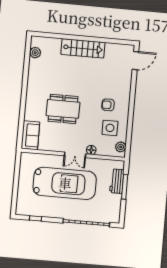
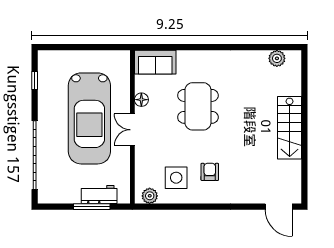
floor lamp: (91, 150) -> (141, 100), moved

